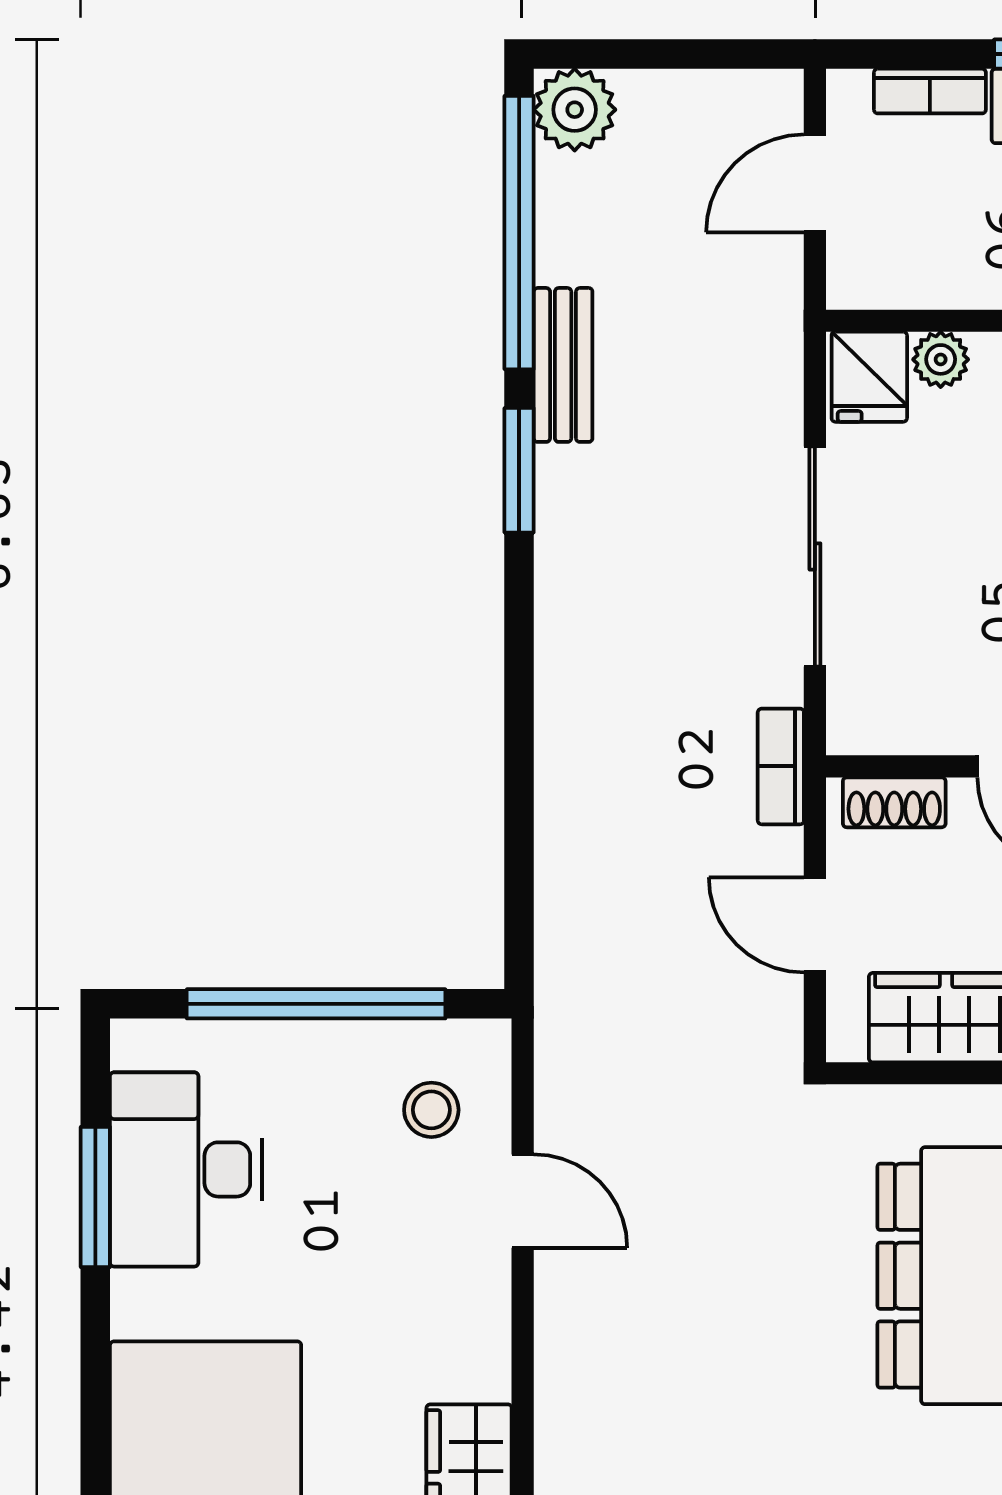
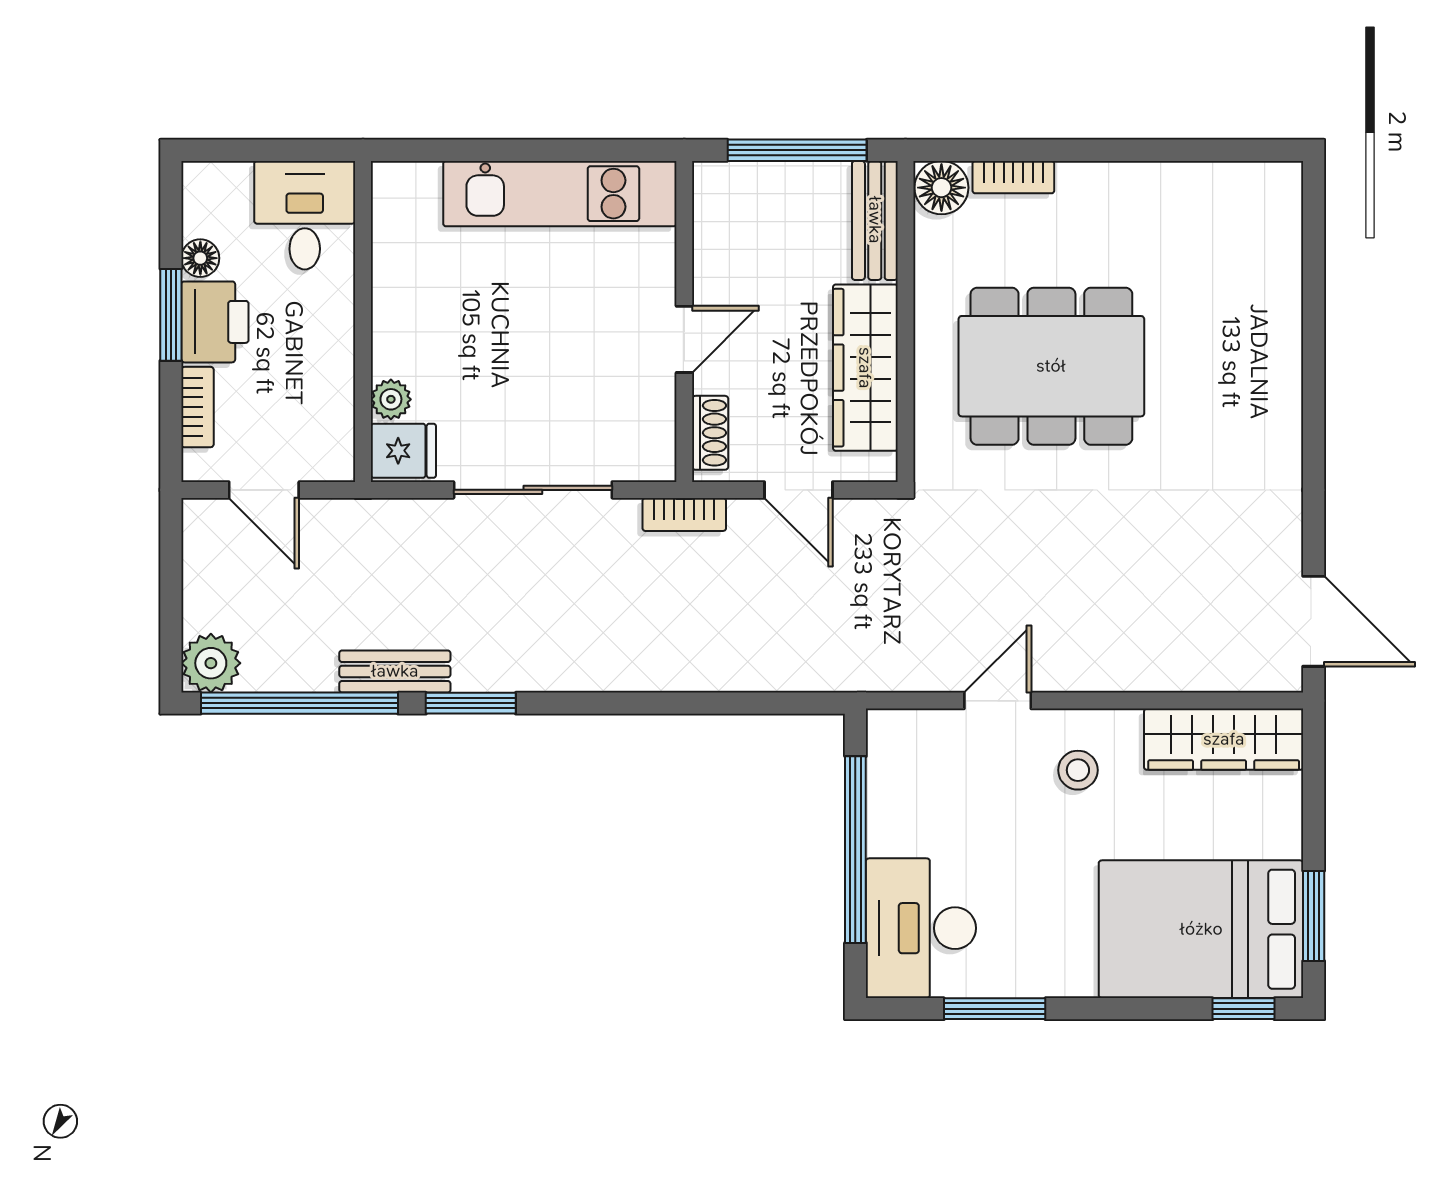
door: (815, 925) -> (799, 490), hinge flipped
stool: (431, 1110) -> (1078, 770), moved
desk: (186, 1169) -> (921, 928), moved, turned 90

